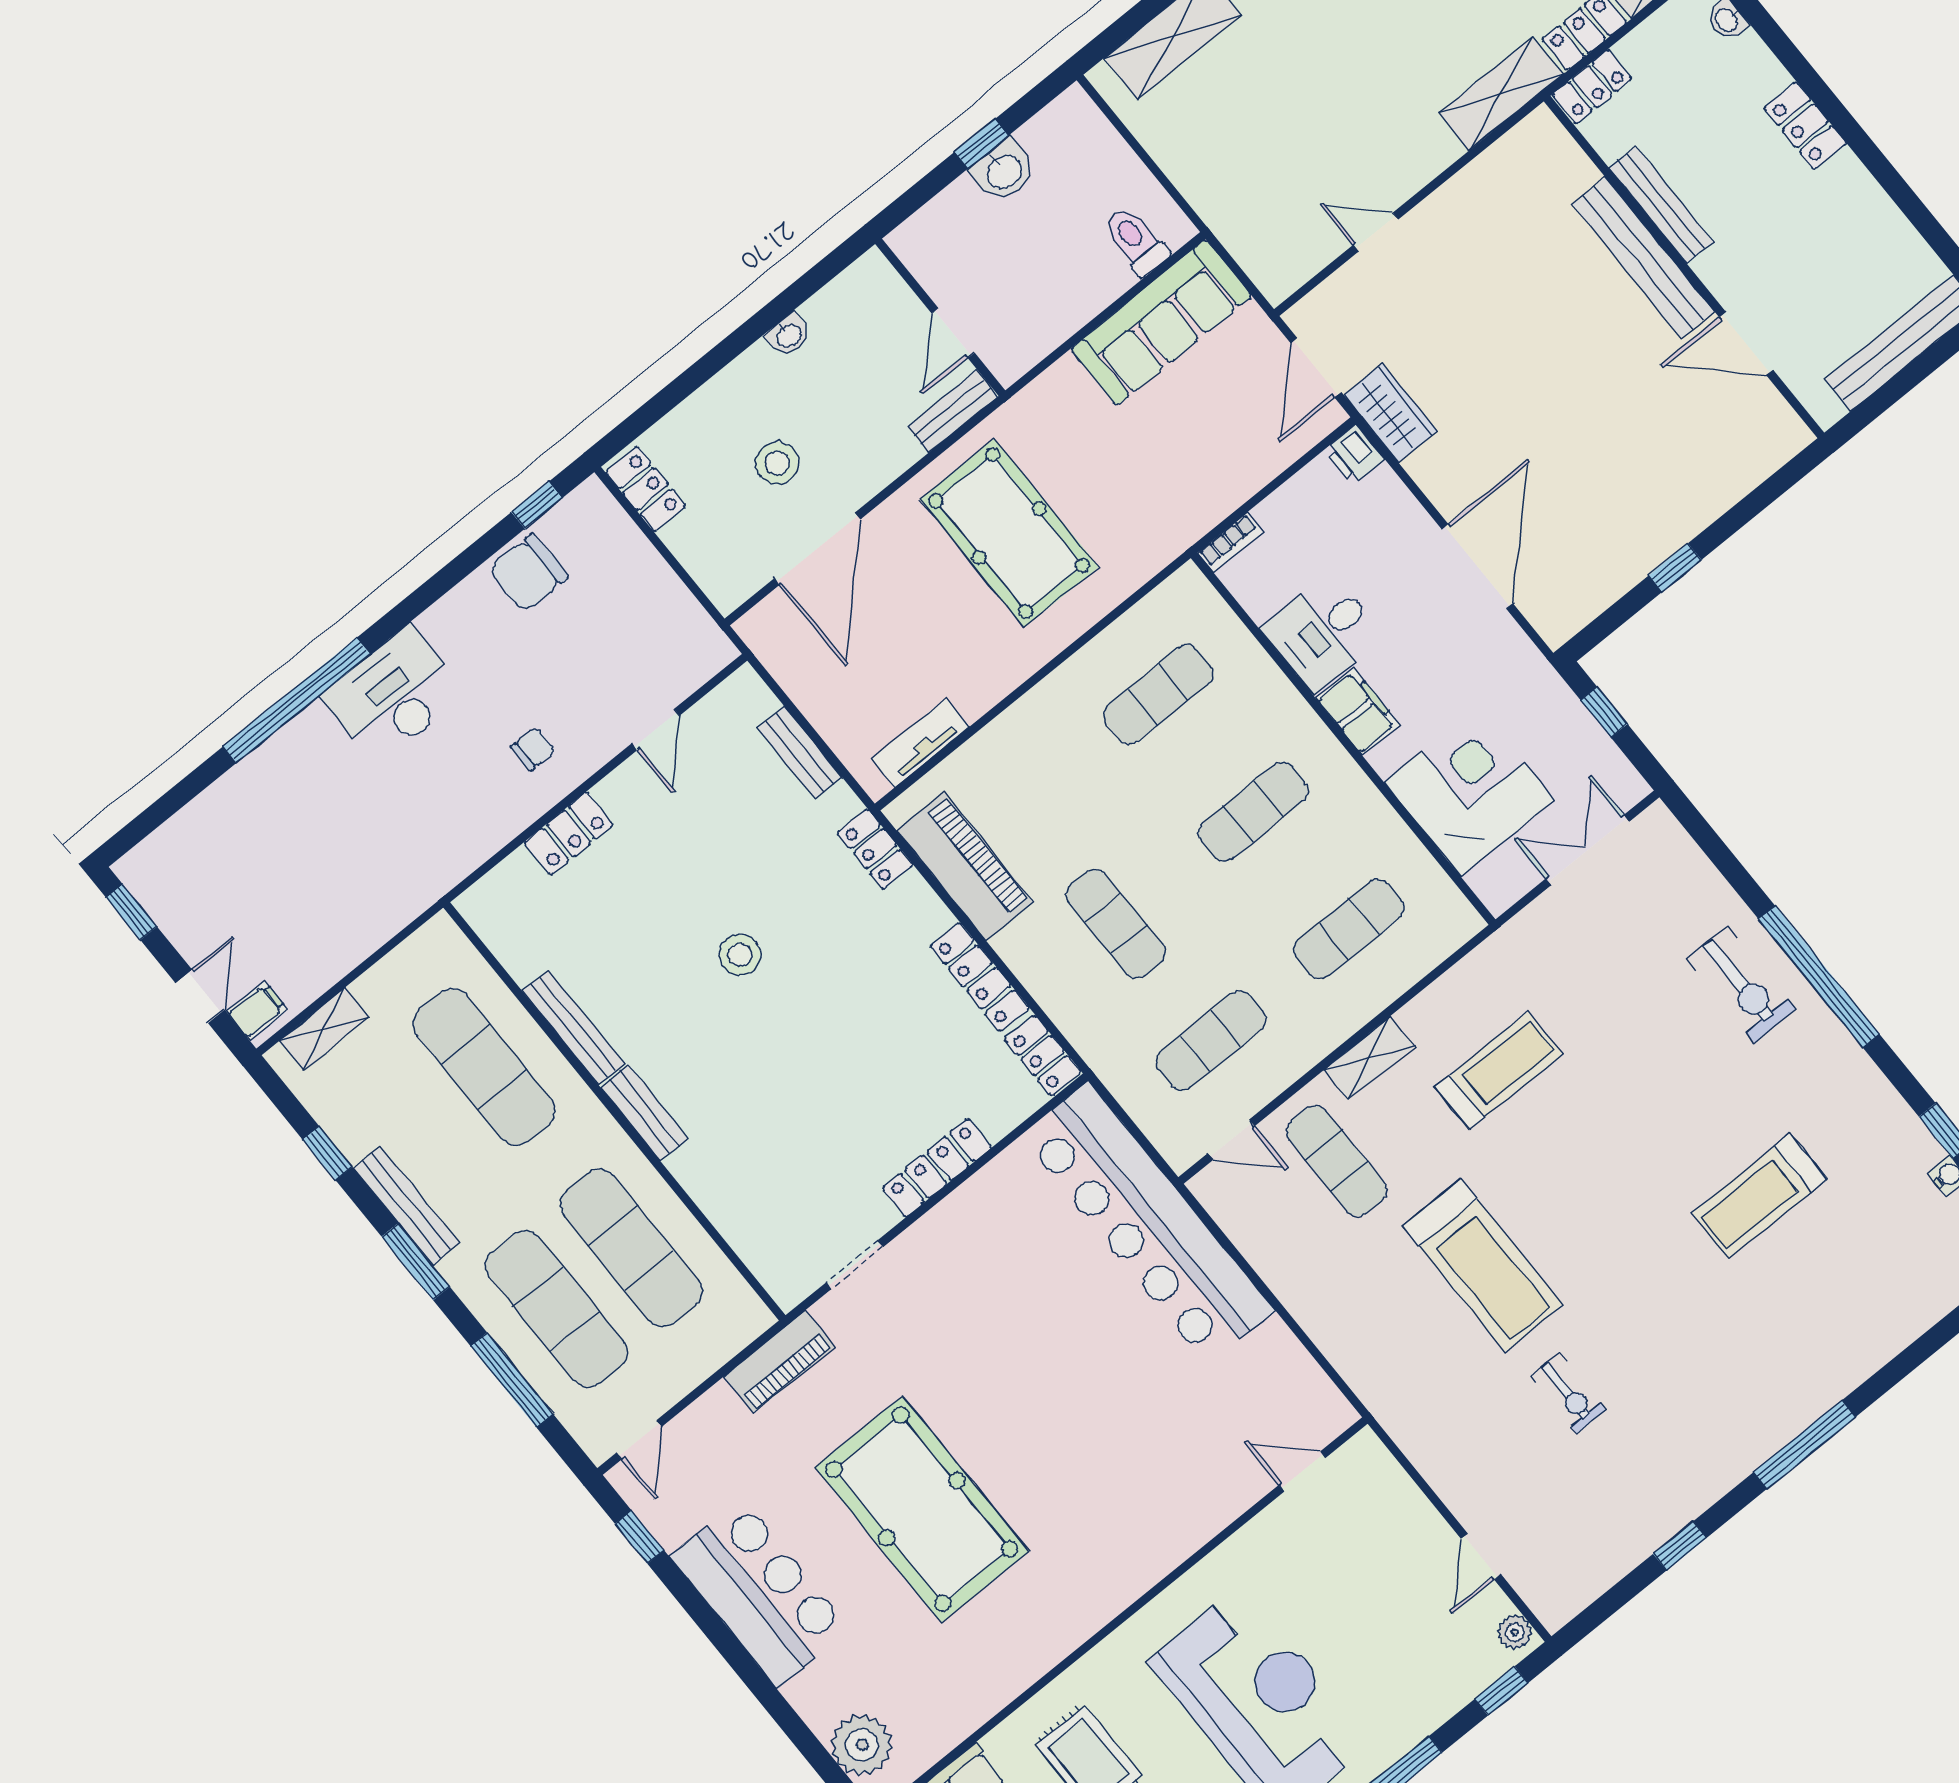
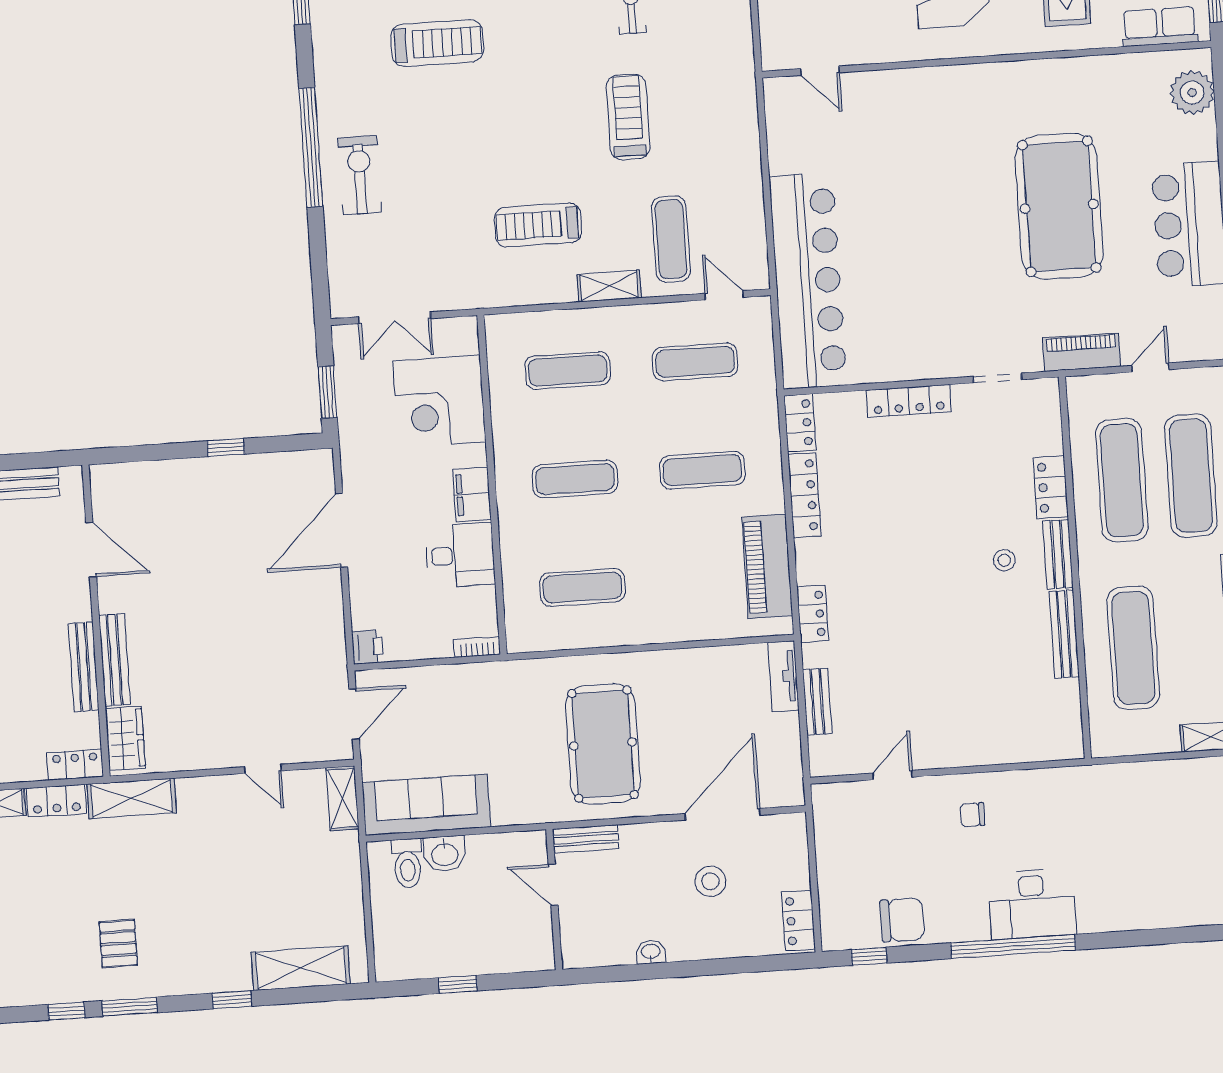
washbasin: (1003, 171) -> (445, 854), moved, turned 180
bench: (1643, 258) -> (114, 660), width x0.73, depth x0.82
shelving: (1262, 263) -> (342, 798), added
door: (953, 333) -> (553, 885), swing flipped
wardrobe: (1391, 413) -> (125, 738), moved, turned 180
window: (297, 700) -> (1013, 947), moved
window: (1604, 712) -> (328, 392), width x1.50
tv unit: (920, 743) -> (783, 676), moved, turned 90
locker: (569, 834) -> (1051, 487), moved, turned -90
exercise mat: (1116, 924) -> (702, 470), turned 90
stool: (740, 955) -> (1004, 560), moved, width x0.73, depth x0.73
treadmill: (1483, 1265) -> (628, 117), width x0.73, depth x0.73
door: (639, 1440) -> (1150, 368), moved

